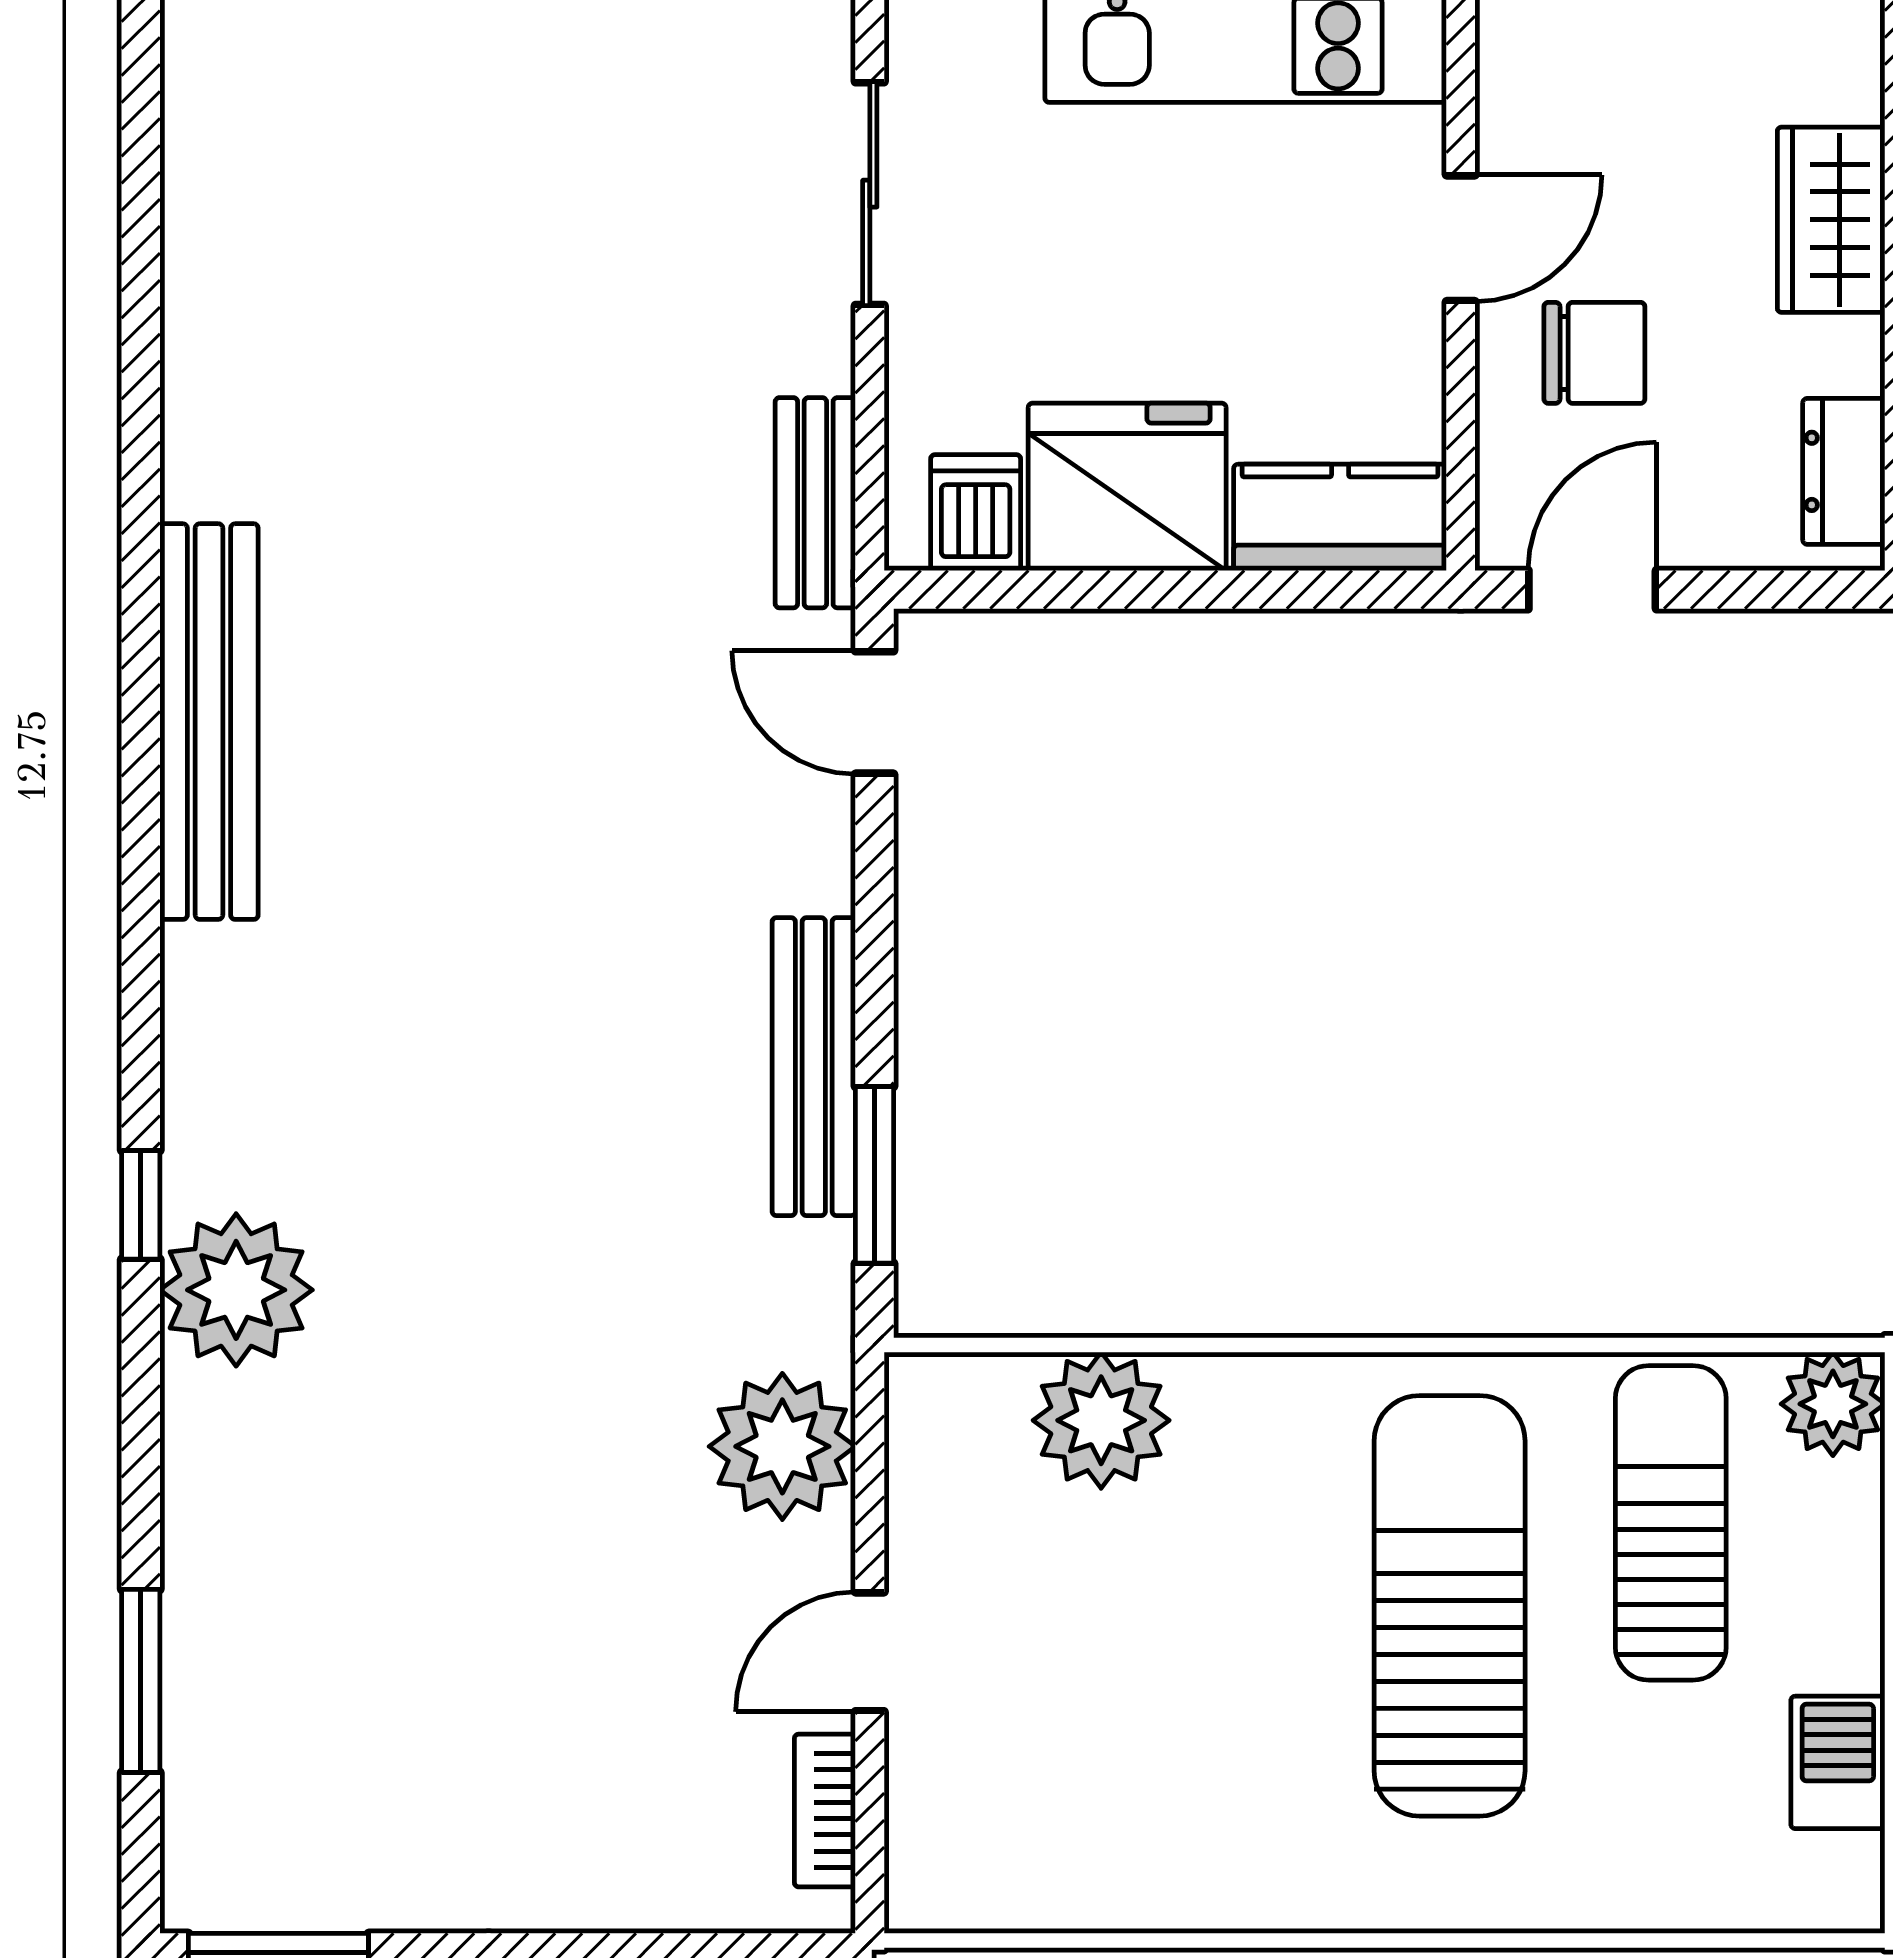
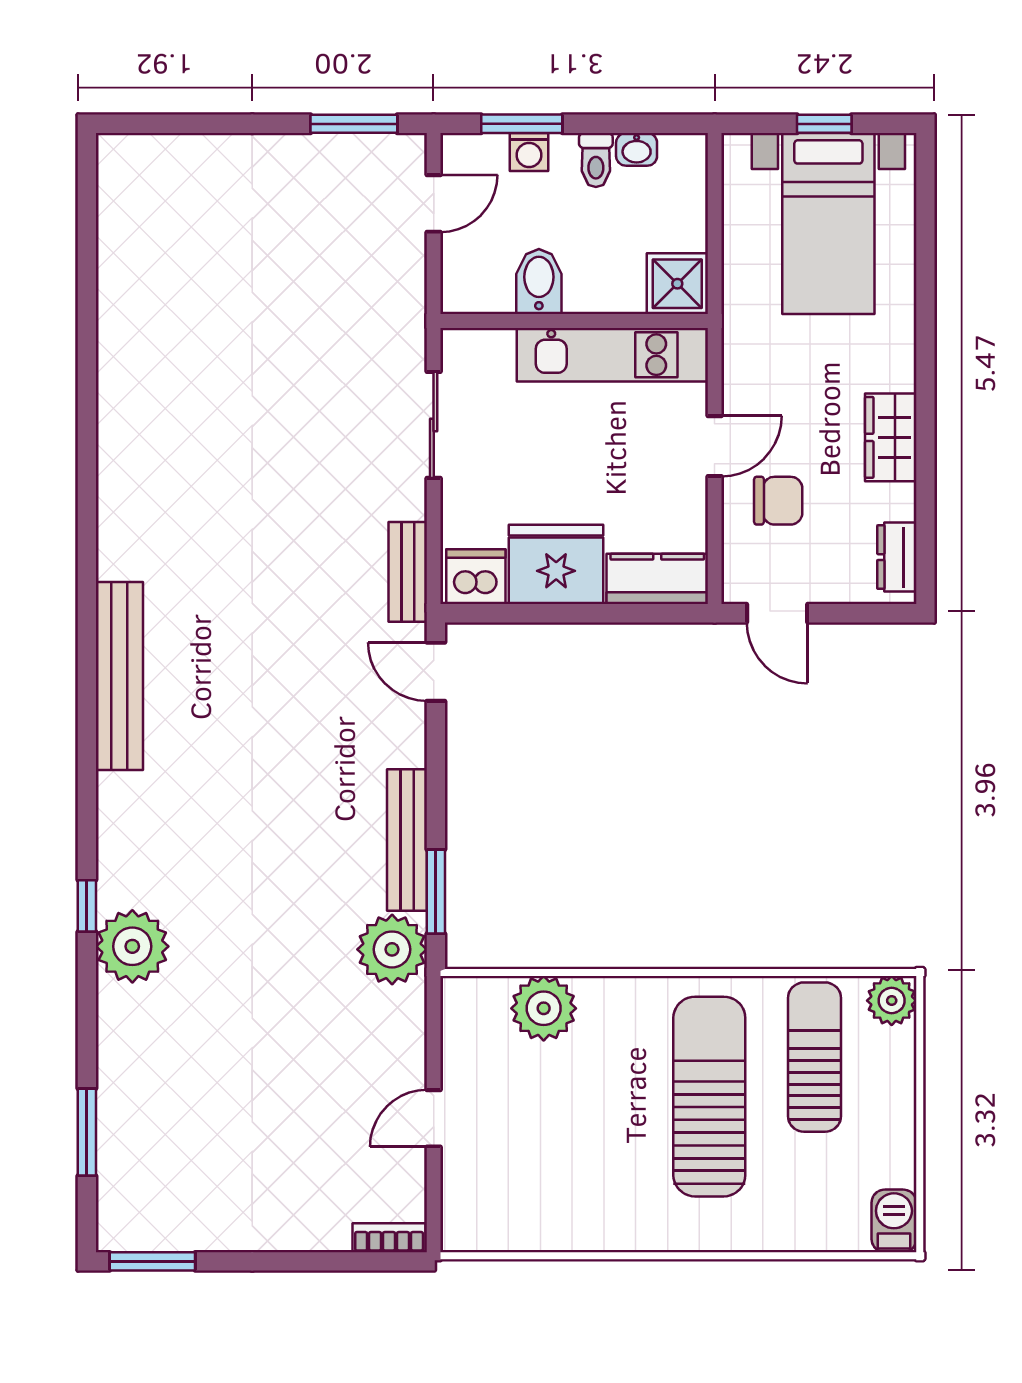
dishwasher: (976, 513) -> (476, 577), width x1.38
door: (1592, 590) -> (777, 613), swing flipped
plant: (782, 1446) -> (392, 949), moved
barbecue: (1838, 1762) -> (894, 1221), moved
bookcase: (825, 1811) -> (389, 1238), moved, turned 90

